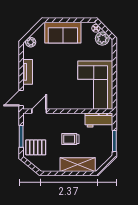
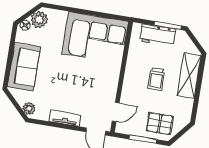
door: (39, 111) -> (116, 112), swing flipped
workbench: (99, 120) -> (158, 35), moved, turned 90
pallet: (36, 147) -> (160, 124), turned 90

